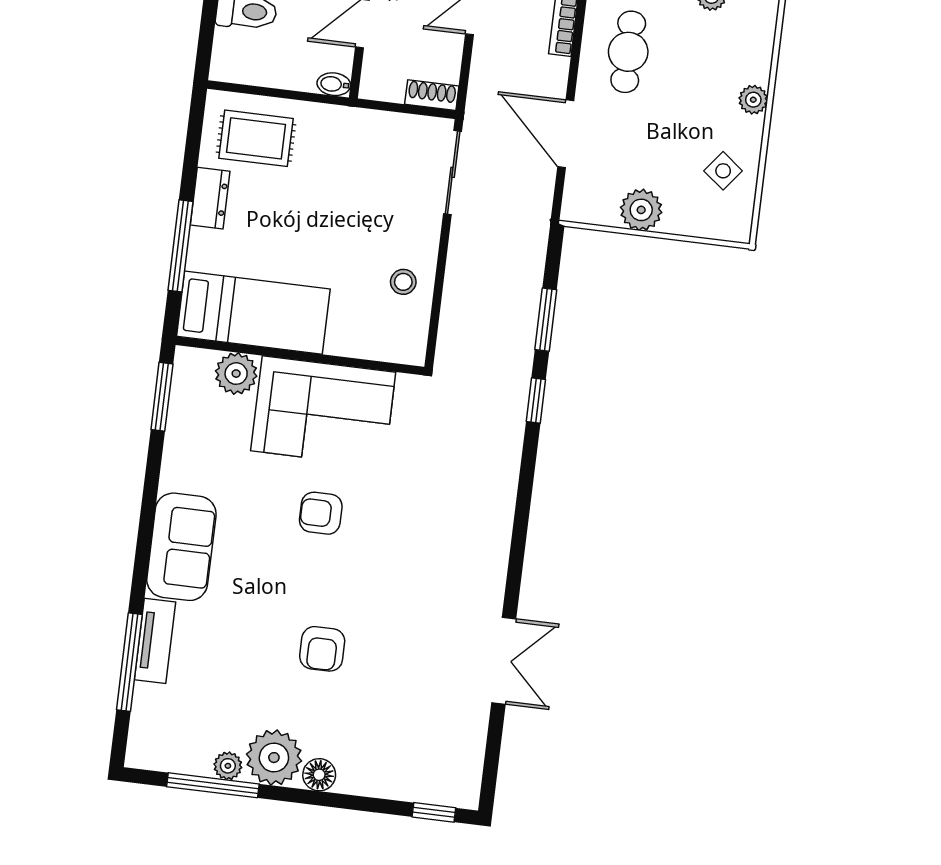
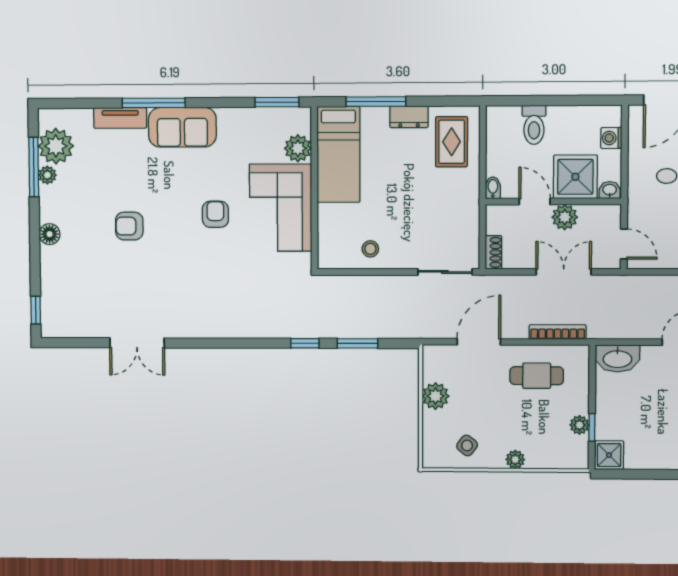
window: (129, 662) -> (154, 103), moved
plant: (274, 758) -> (56, 146), moved

